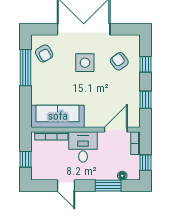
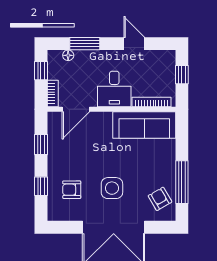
armchair: (119, 61) -> (72, 190), turned 127

